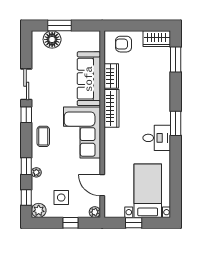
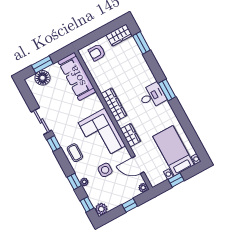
wardrobe: (111, 76) -> (130, 135), moved
sofa: (89, 79) -> (77, 76), moved
desk: (157, 138) -> (152, 96), moved
side table: (61, 198) -> (105, 170), moved

